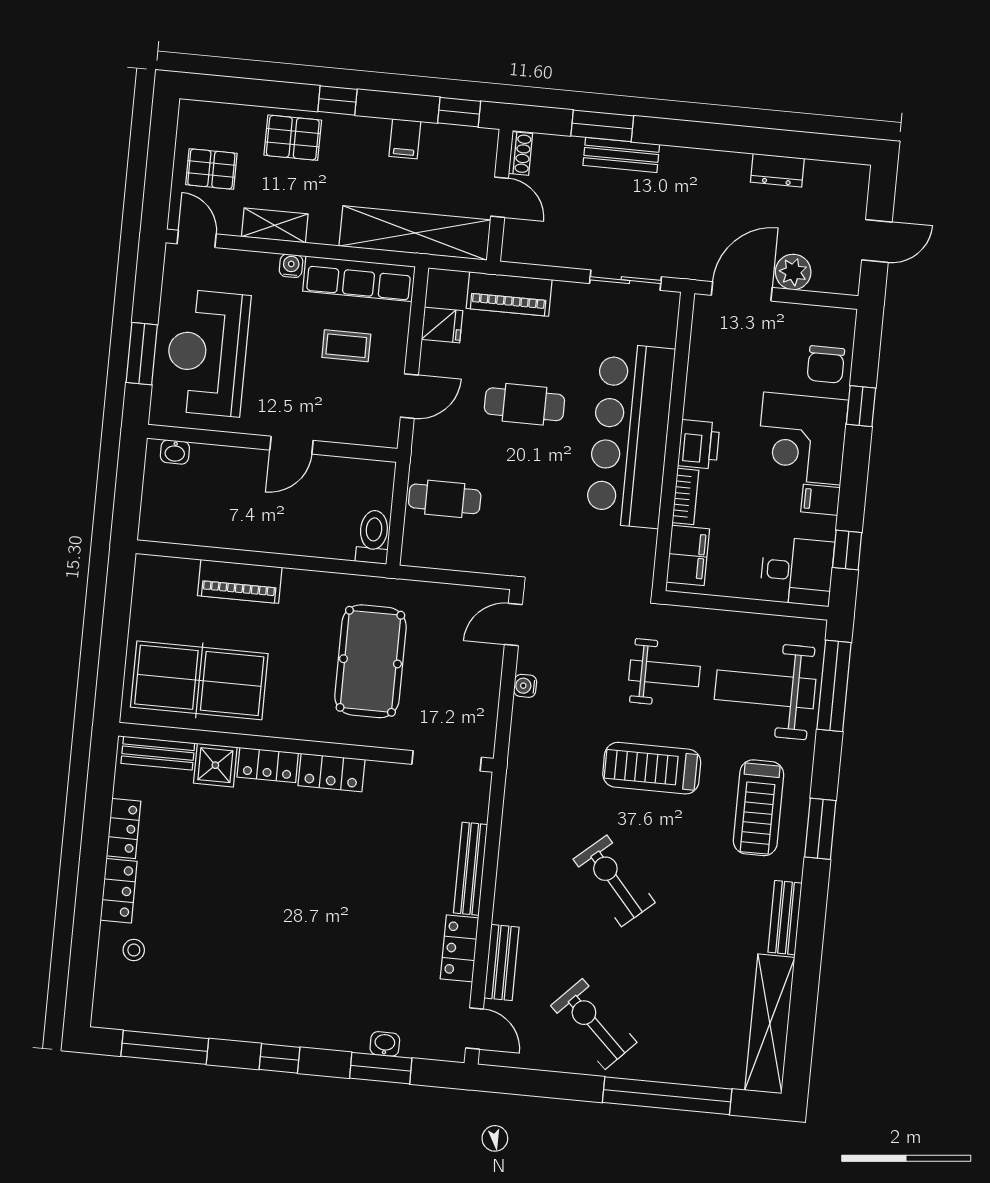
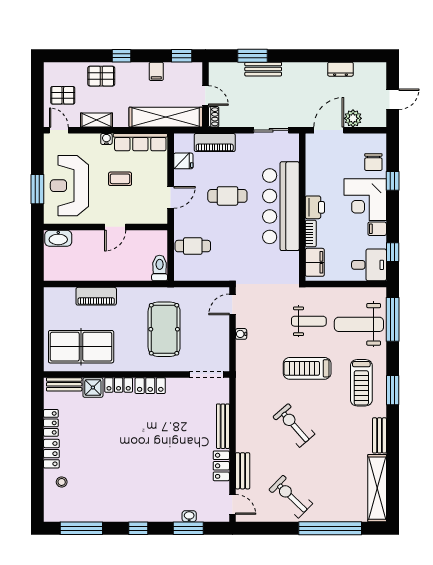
shoe rack: (521, 153) -> (214, 117), moved
coffee table: (346, 346) -> (120, 179), moved
washbasin: (175, 452) -> (58, 238), width x1.91, depth x1.45

